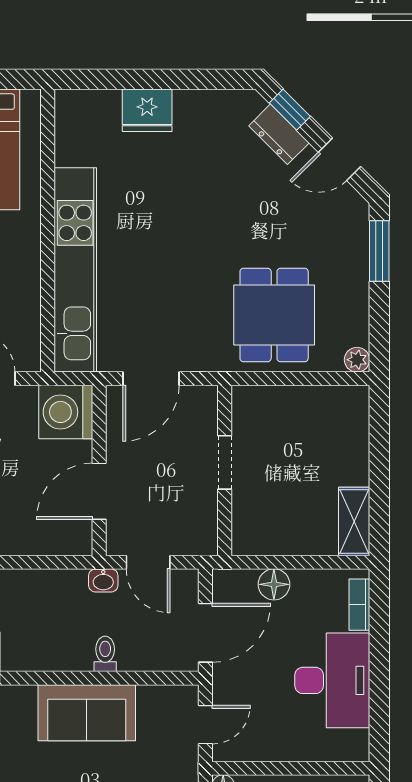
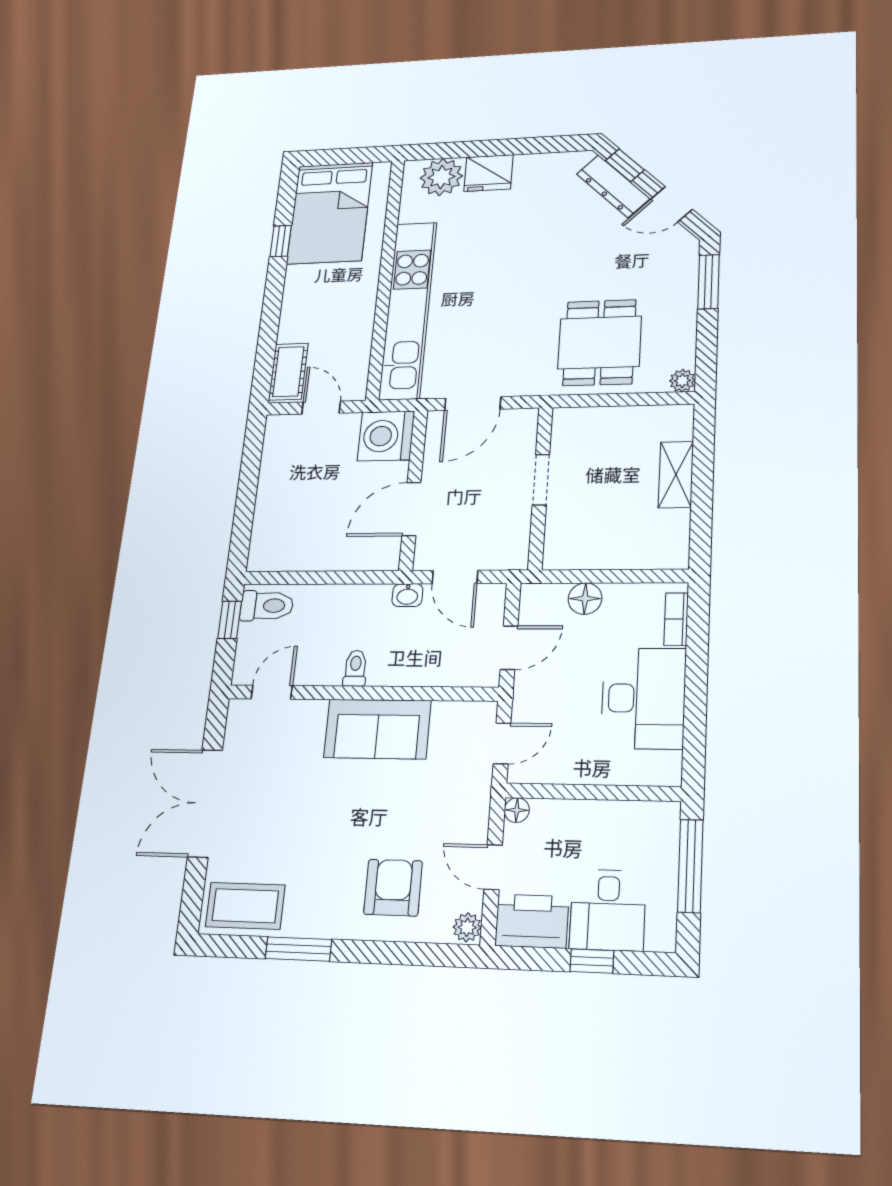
plant: (97, 112) -> (441, 177), added
dresser: (279, 134) -> (613, 186), width x1.44
shelving: (354, 521) -> (676, 475), moved
door: (205, 633) -> (509, 648), width x0.73
toilet: (105, 654) -> (355, 668), moved

